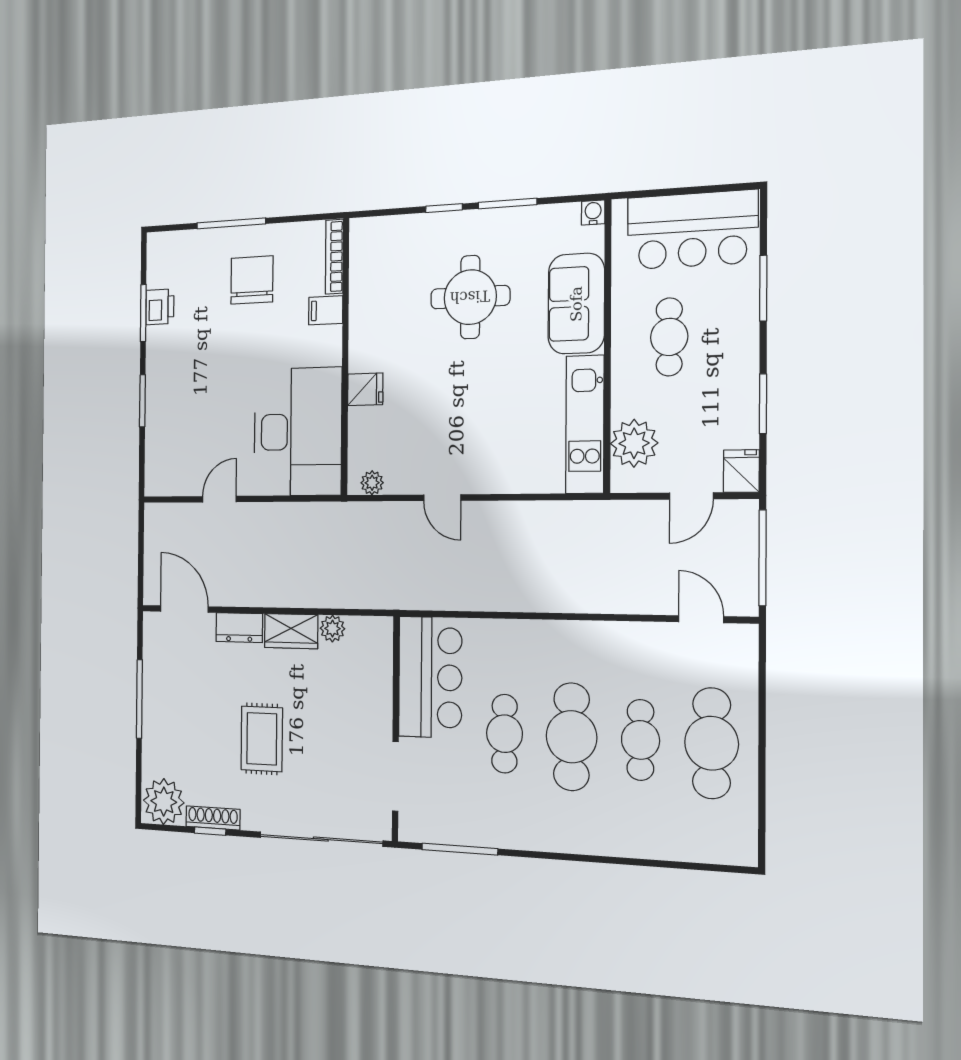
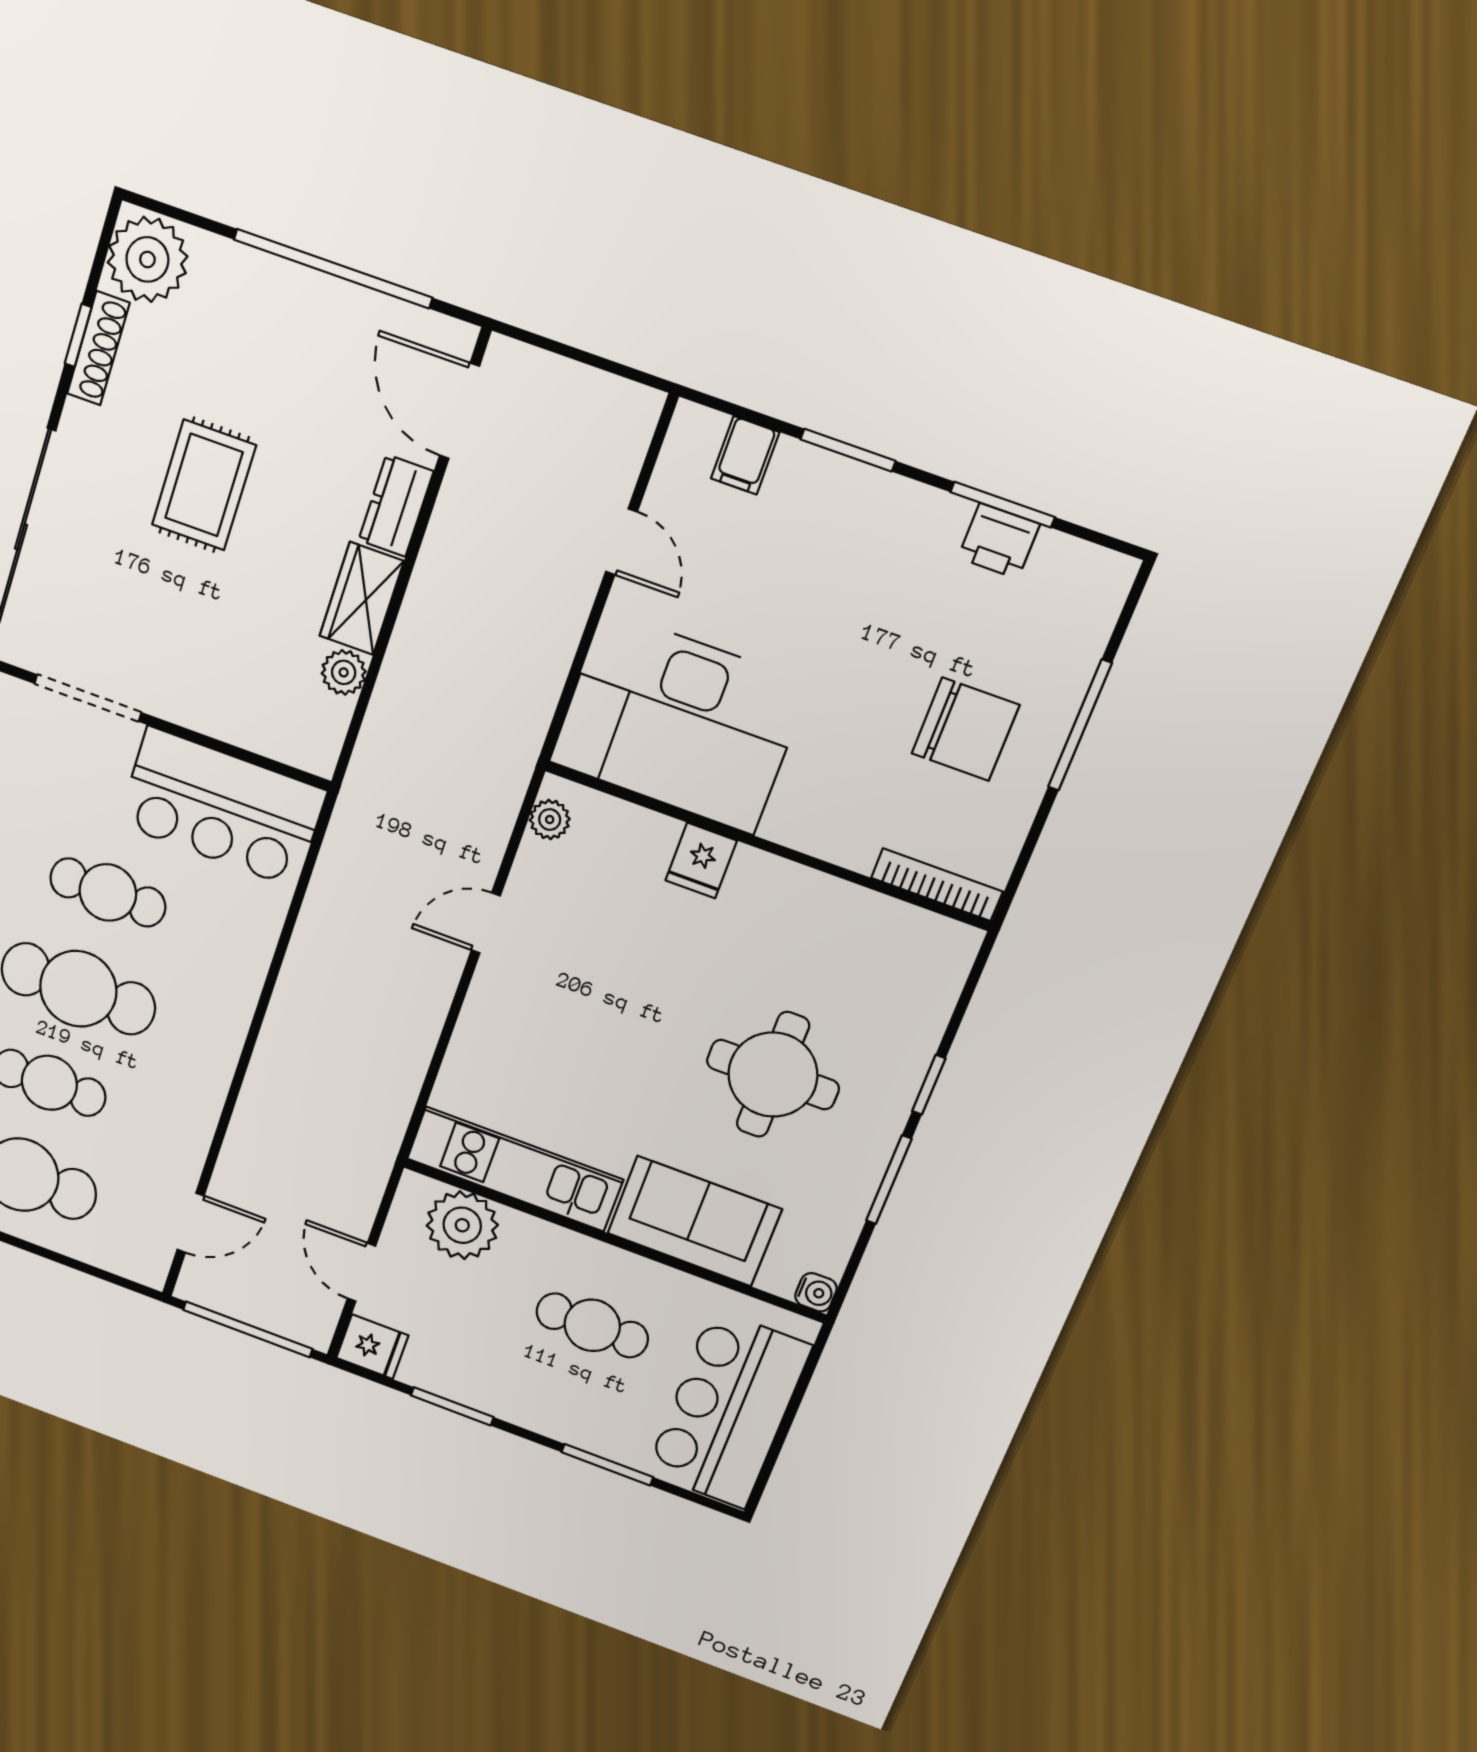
filing cabinet: (326, 310) -> (745, 455), moved, turned 180
door: (184, 609) -> (459, 411), swing flipped
window: (139, 699) -> (333, 269), width x1.46
rug: (262, 739) -> (204, 485), turned 90

